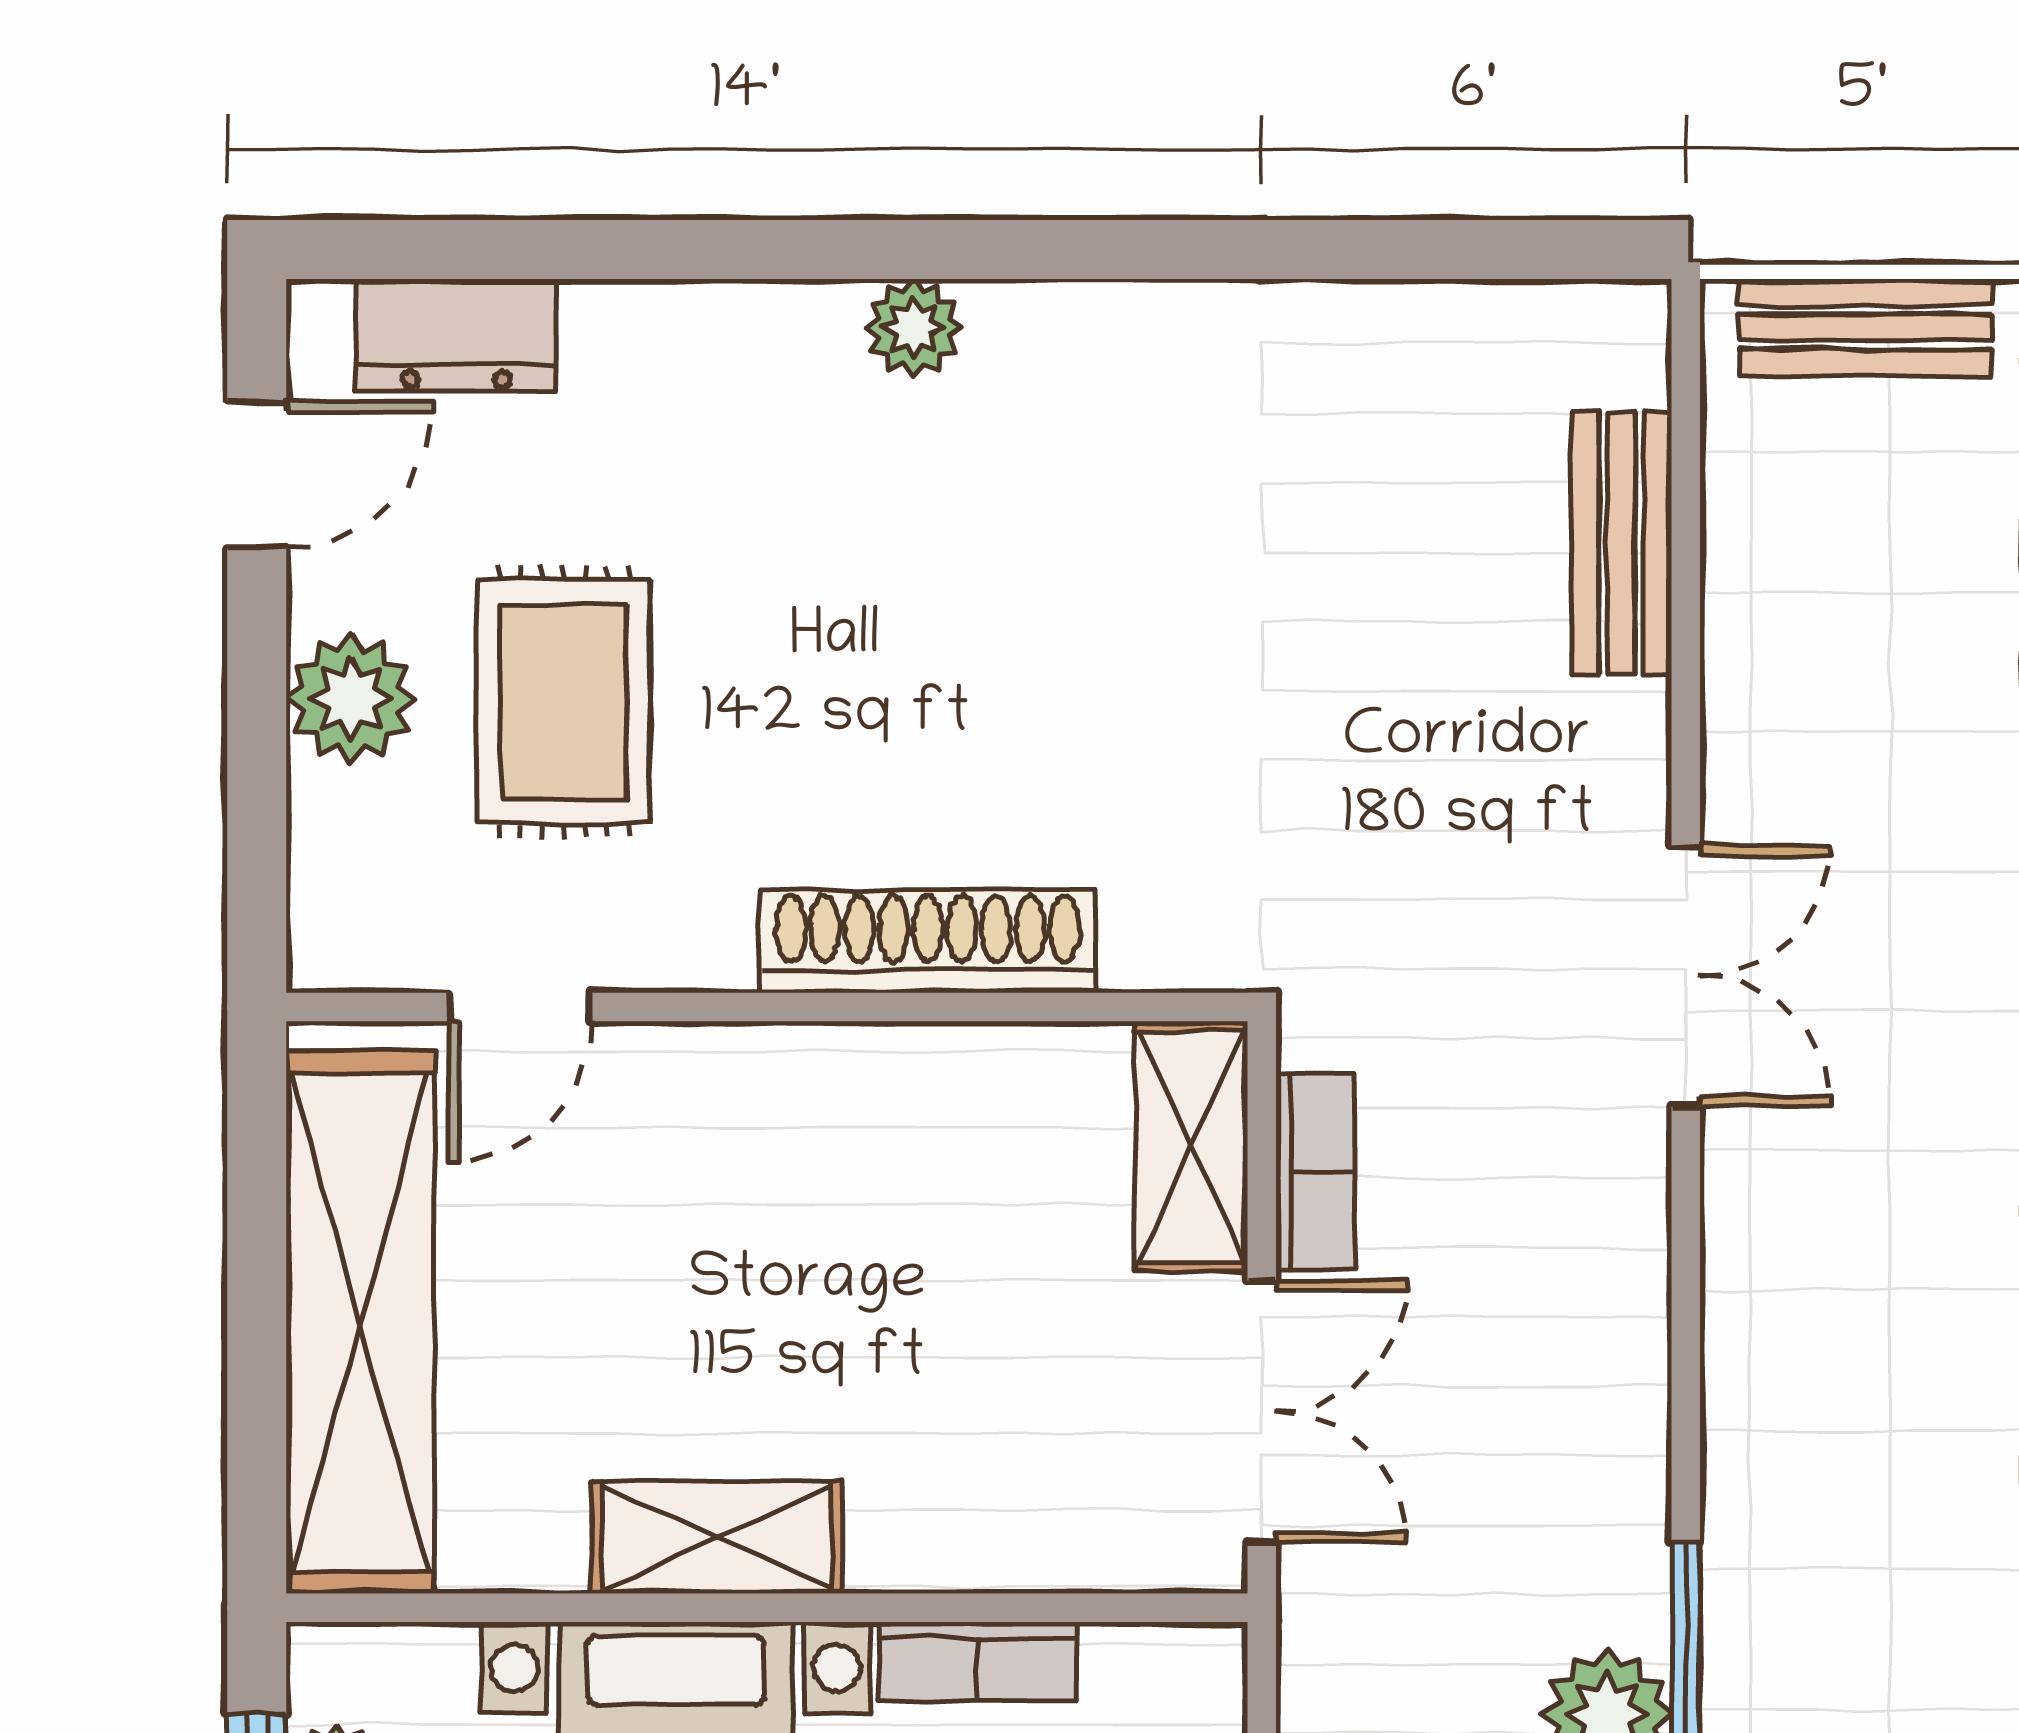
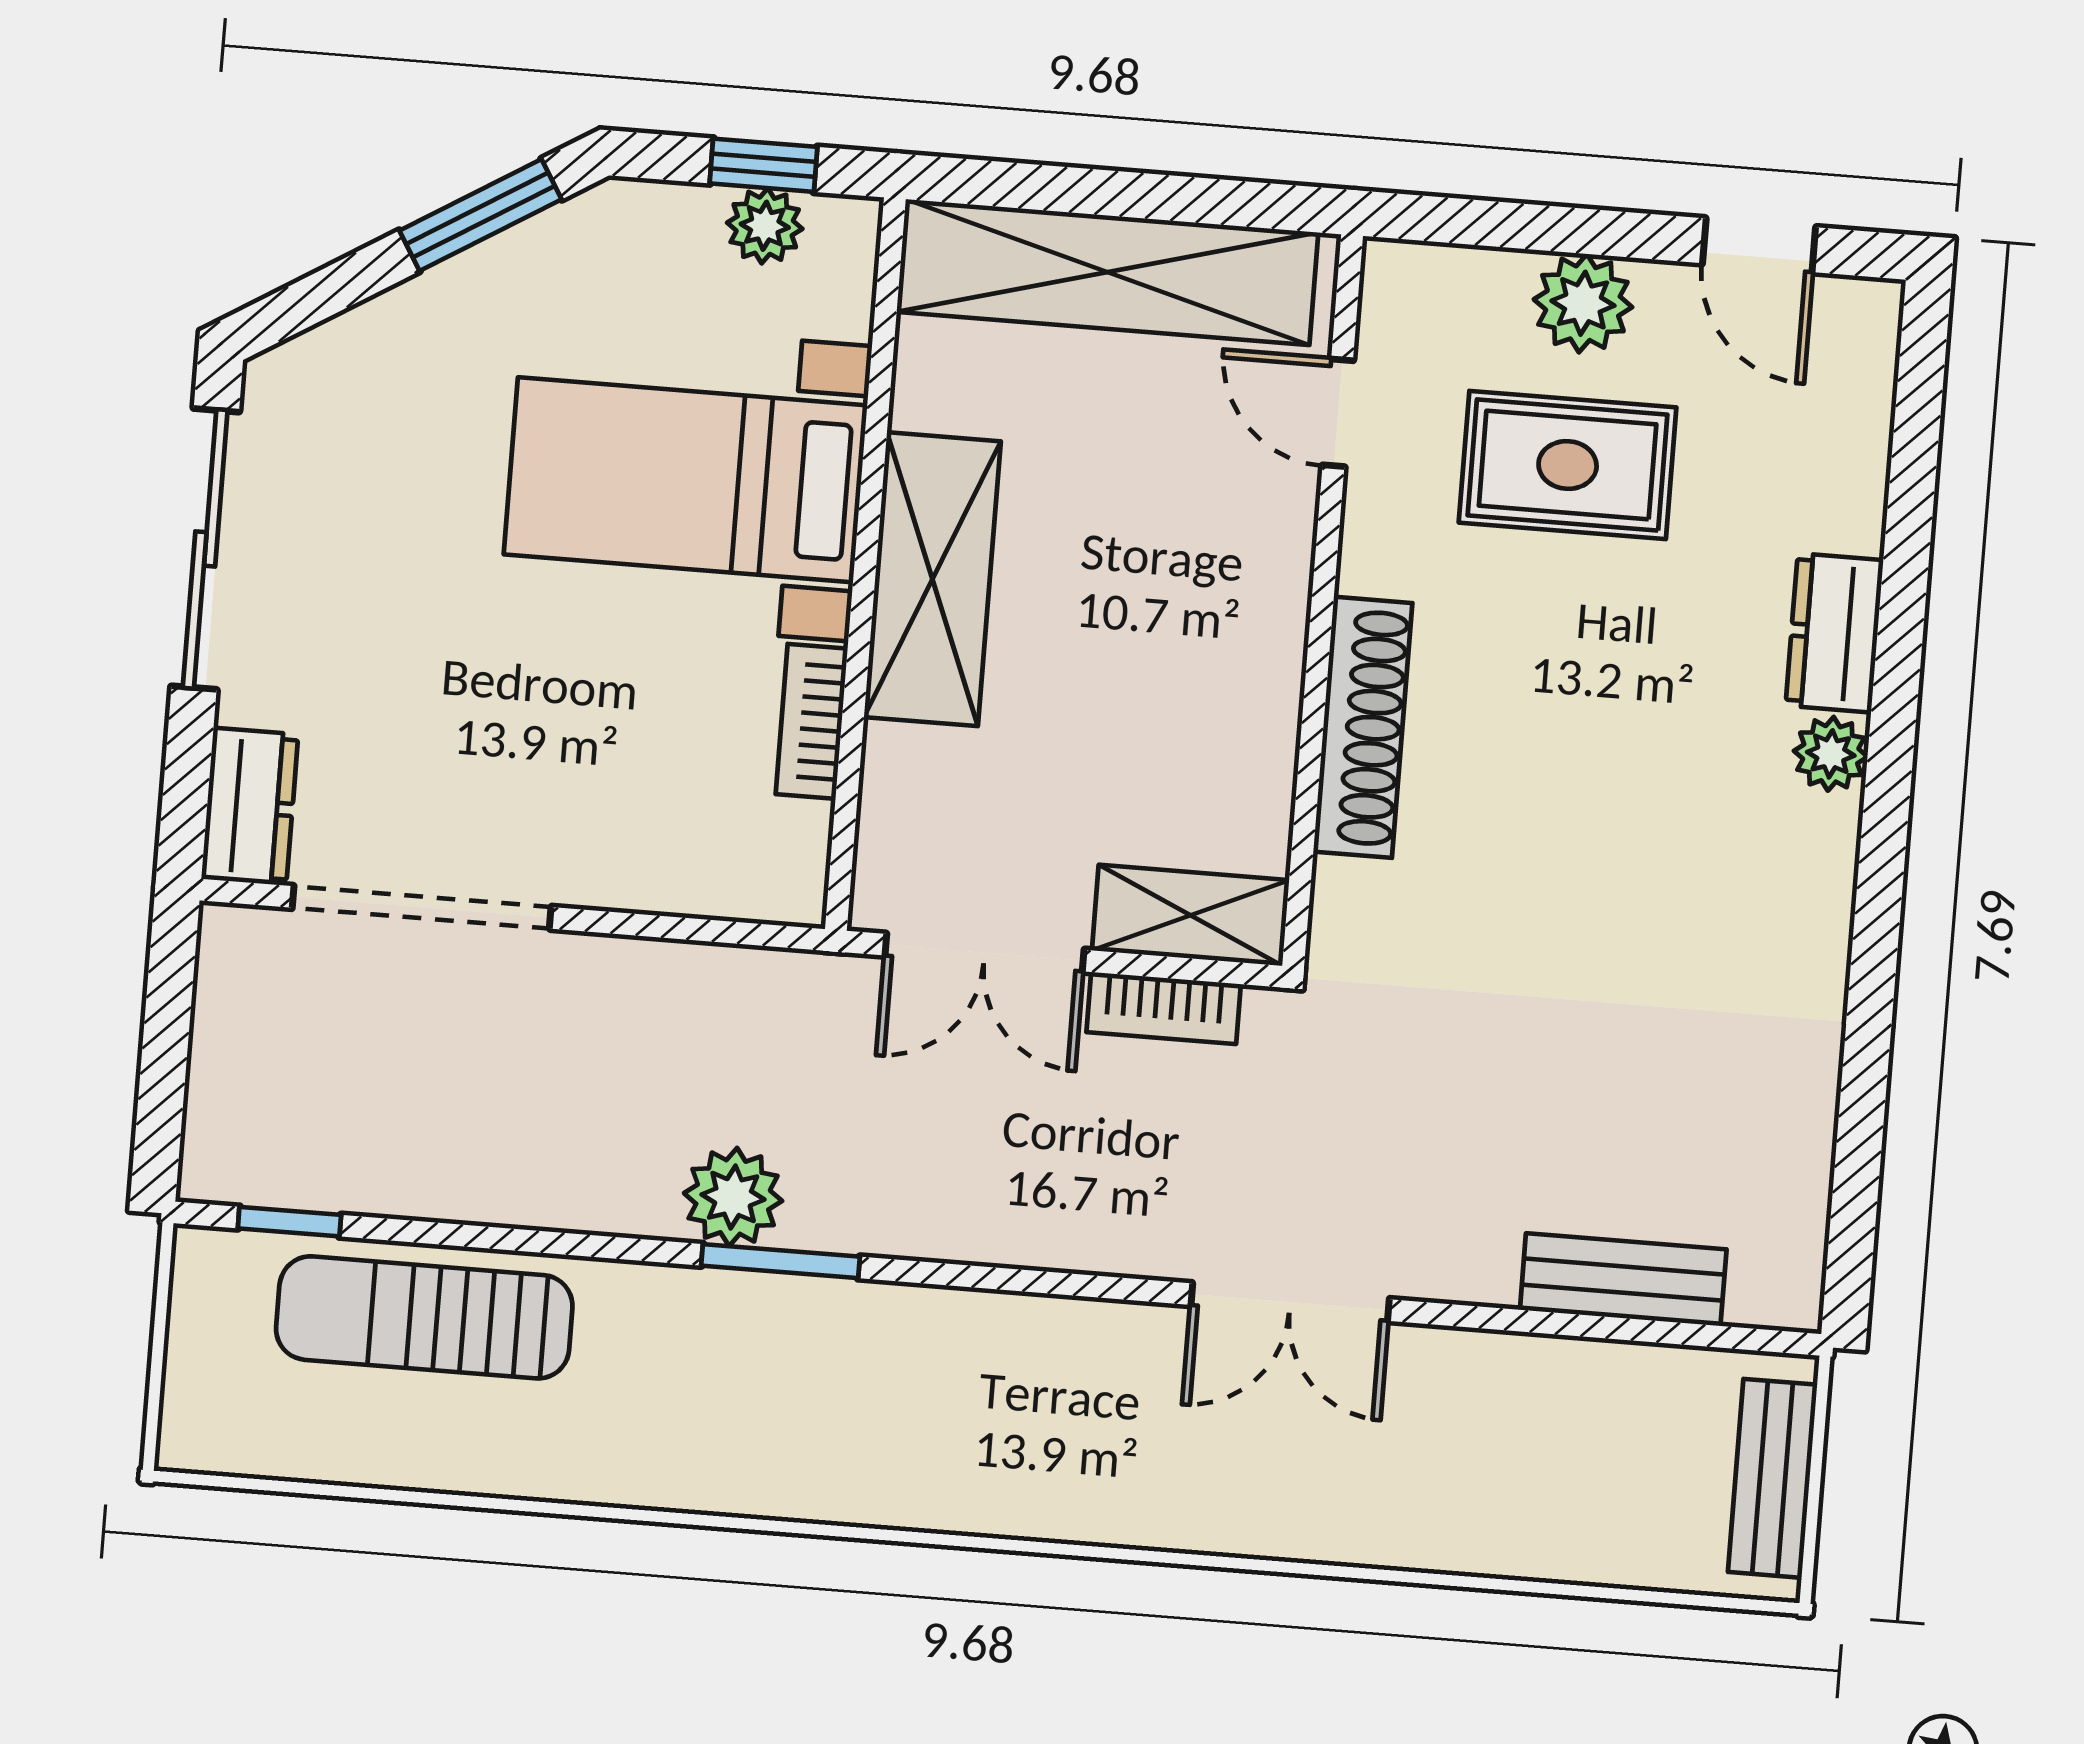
dresser: (456, 335) -> (1834, 633), moved
shelving: (717, 1538) -> (932, 579), width x1.50, depth x1.33

